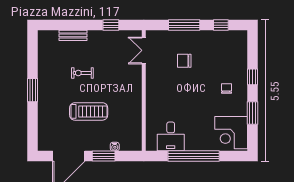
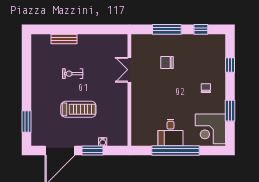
window: (111, 25) -> (99, 29), removed
double door: (144, 50) -> (129, 70), moved
window: (252, 77) -> (230, 65), moved
window: (32, 90) -> (26, 121), moved
desk: (171, 136) -> (170, 132), moved

